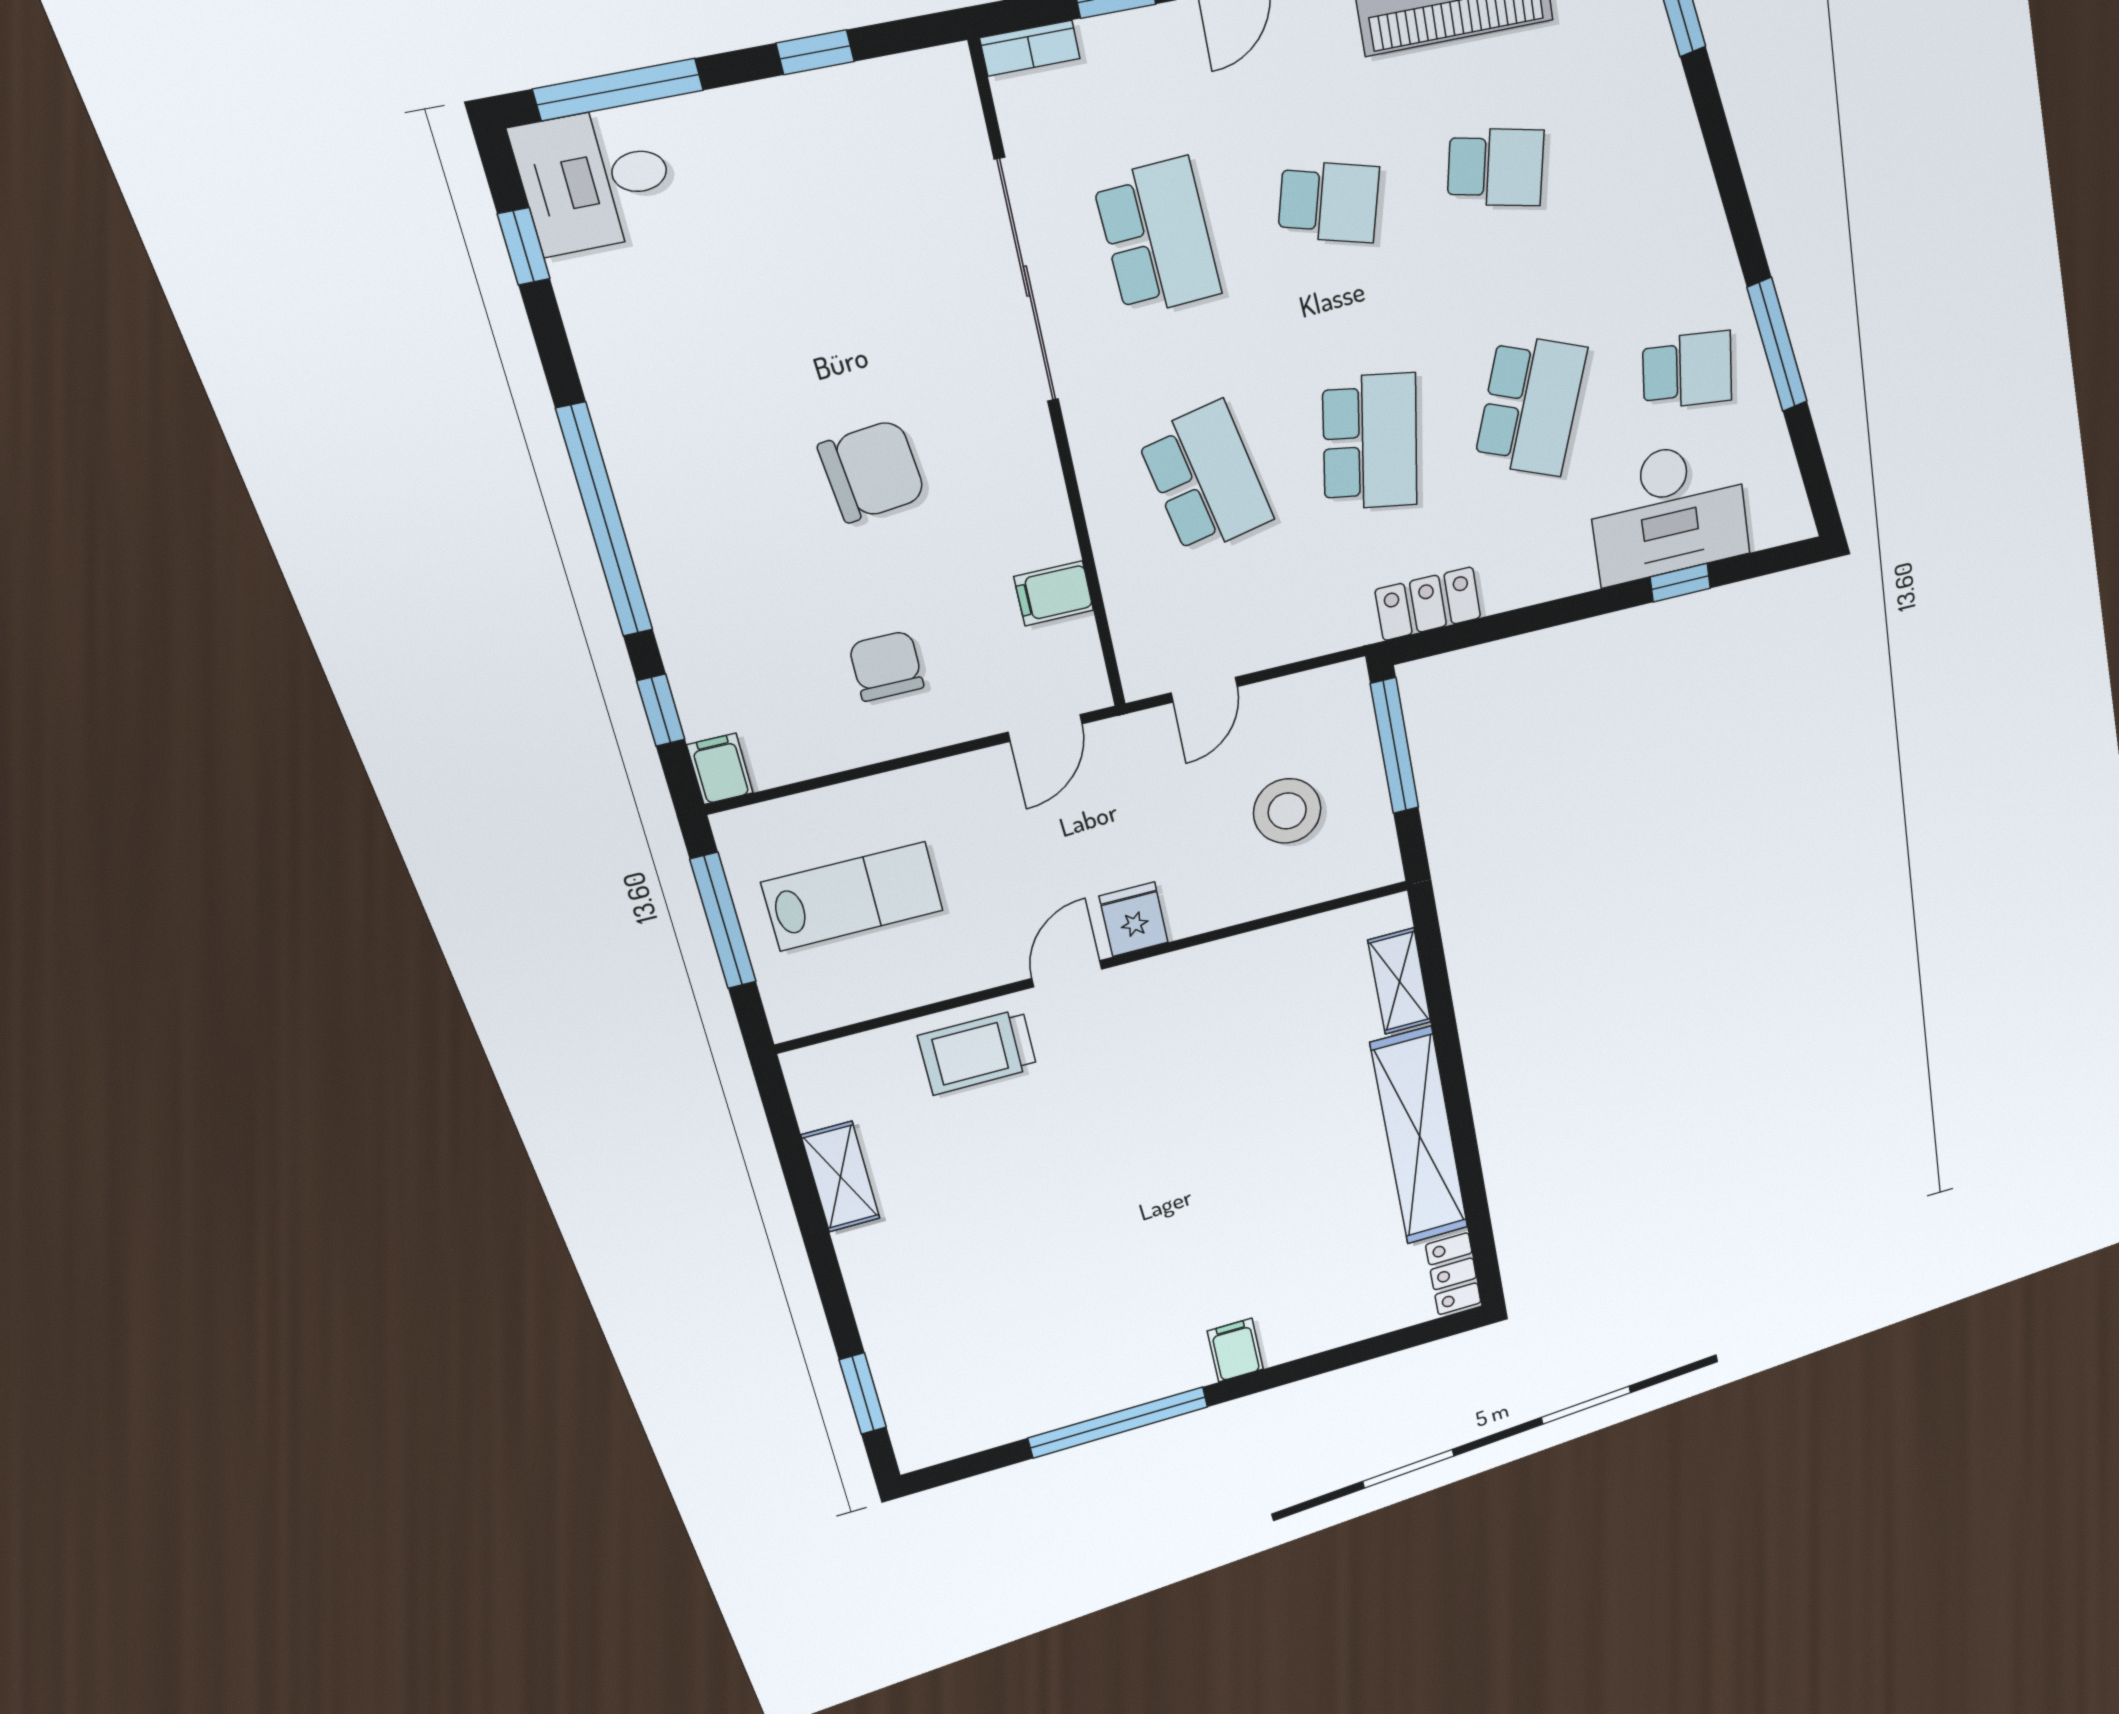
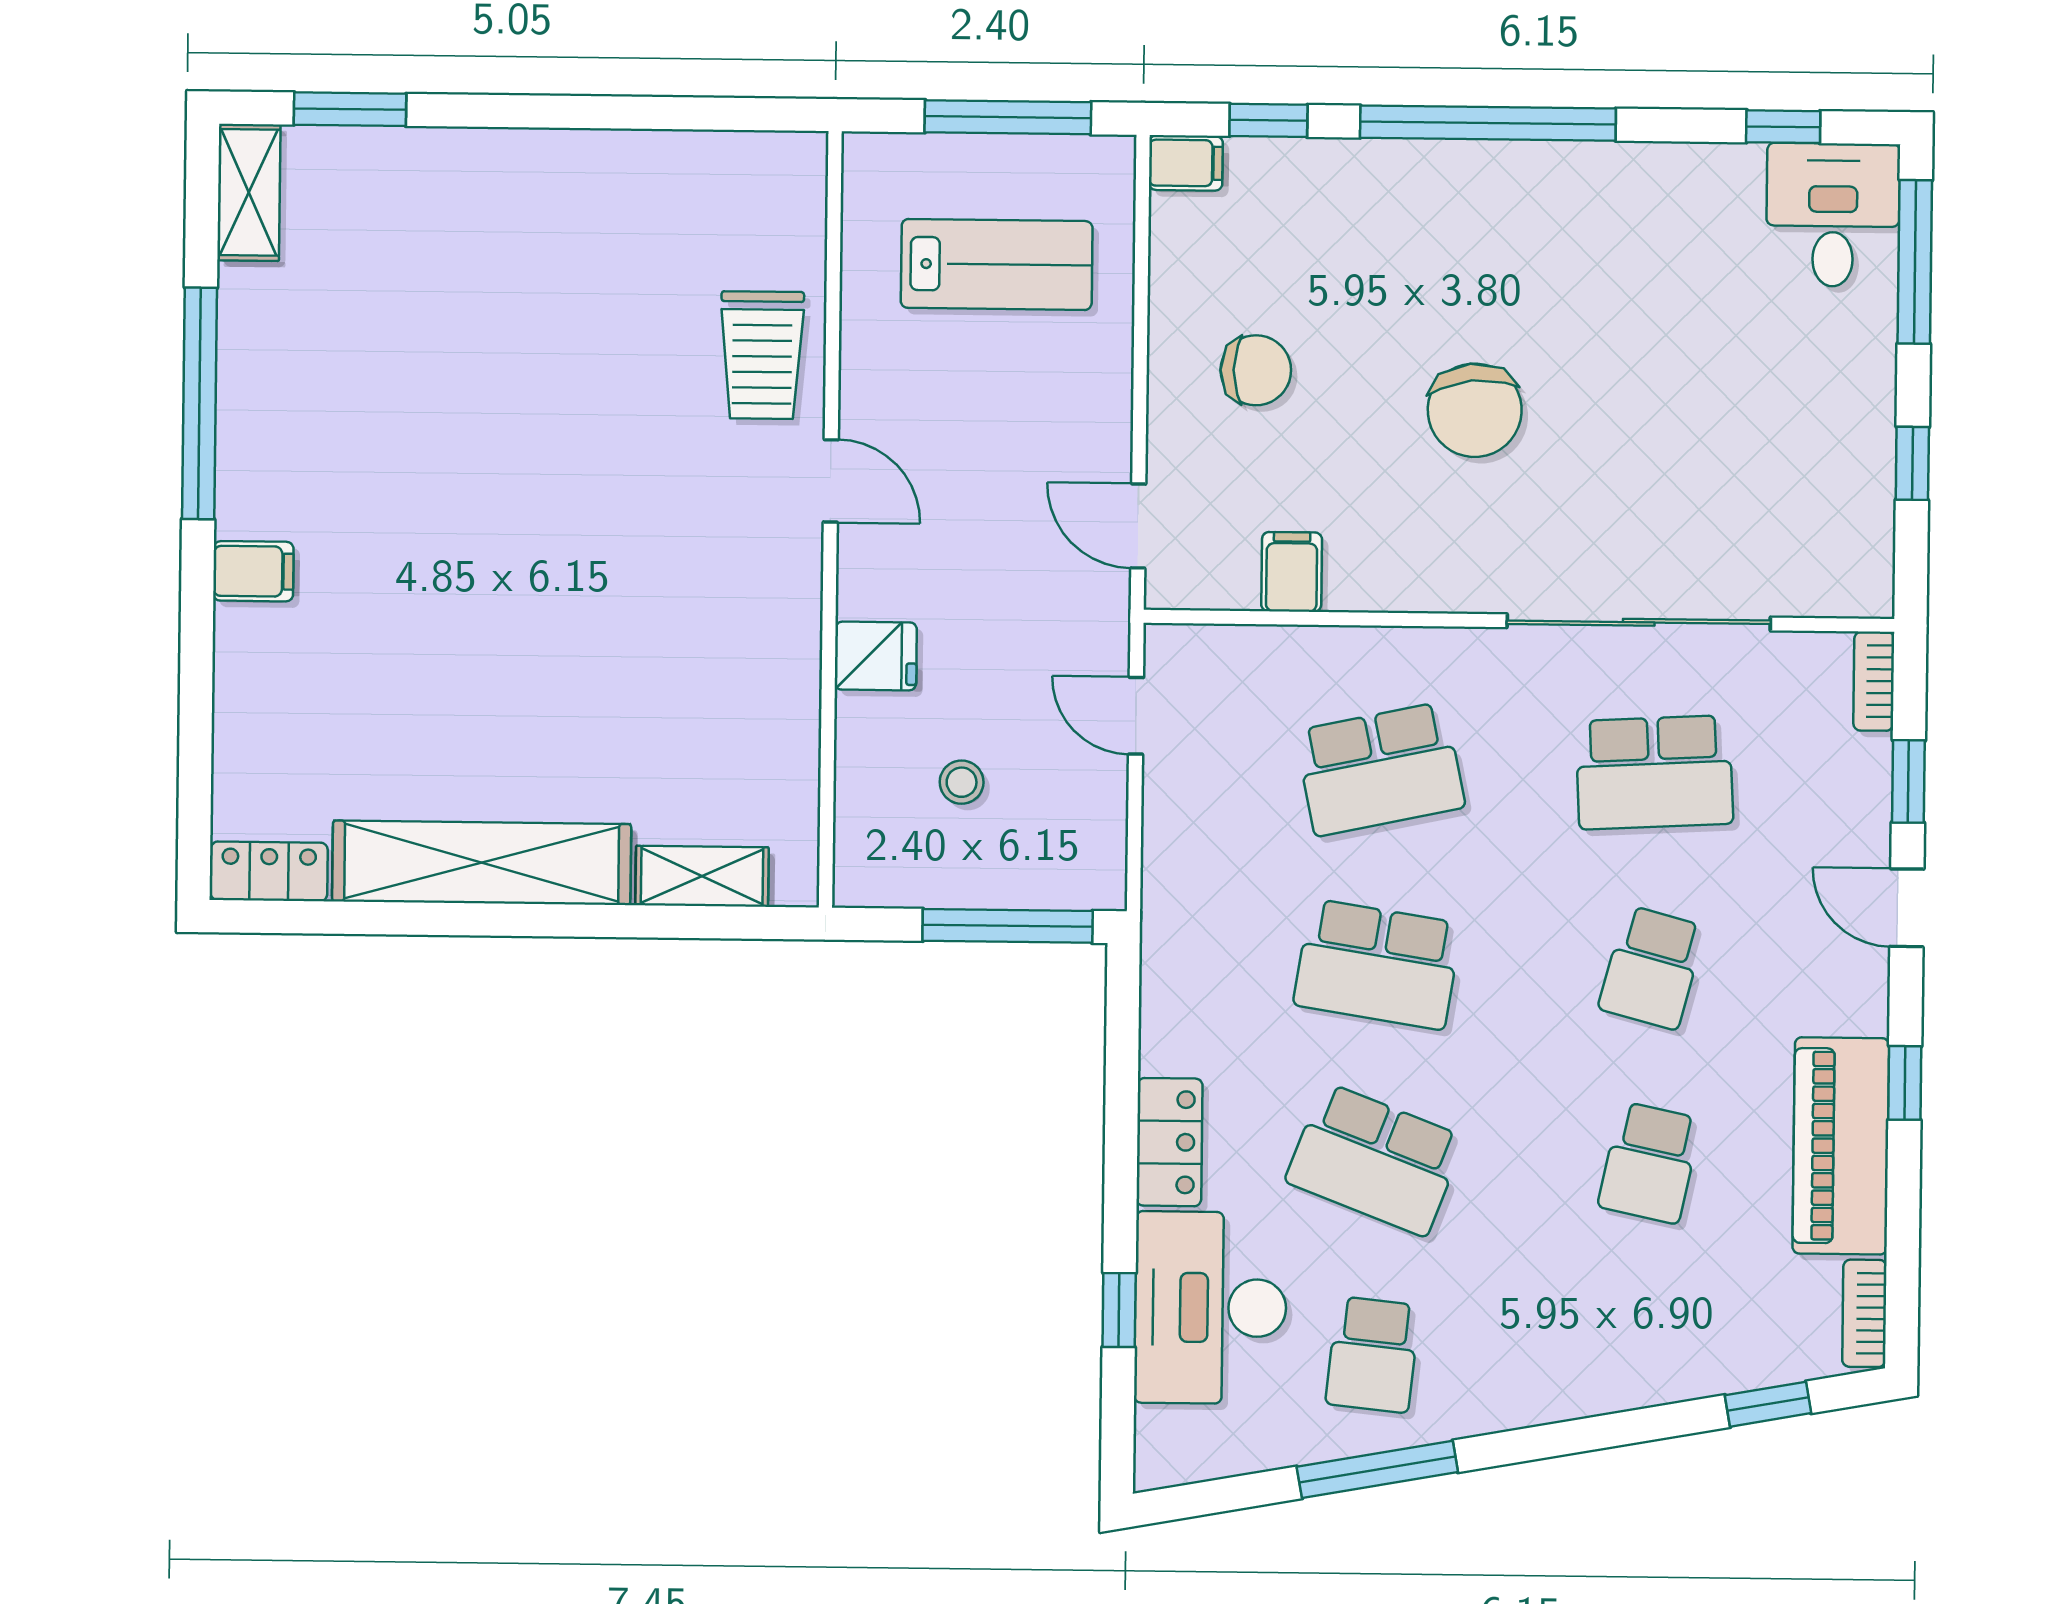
locker: (1428, 604) -> (1169, 1142), moved
stool: (1287, 811) -> (962, 782), width x0.53, depth x0.53
lab bench: (853, 896) -> (997, 264), turned -90
fridge: (1134, 919) -> (876, 656), moved
trolley: (978, 1052) -> (762, 355), turned 180
shelving: (841, 1177) -> (249, 192), moved, turned 90

